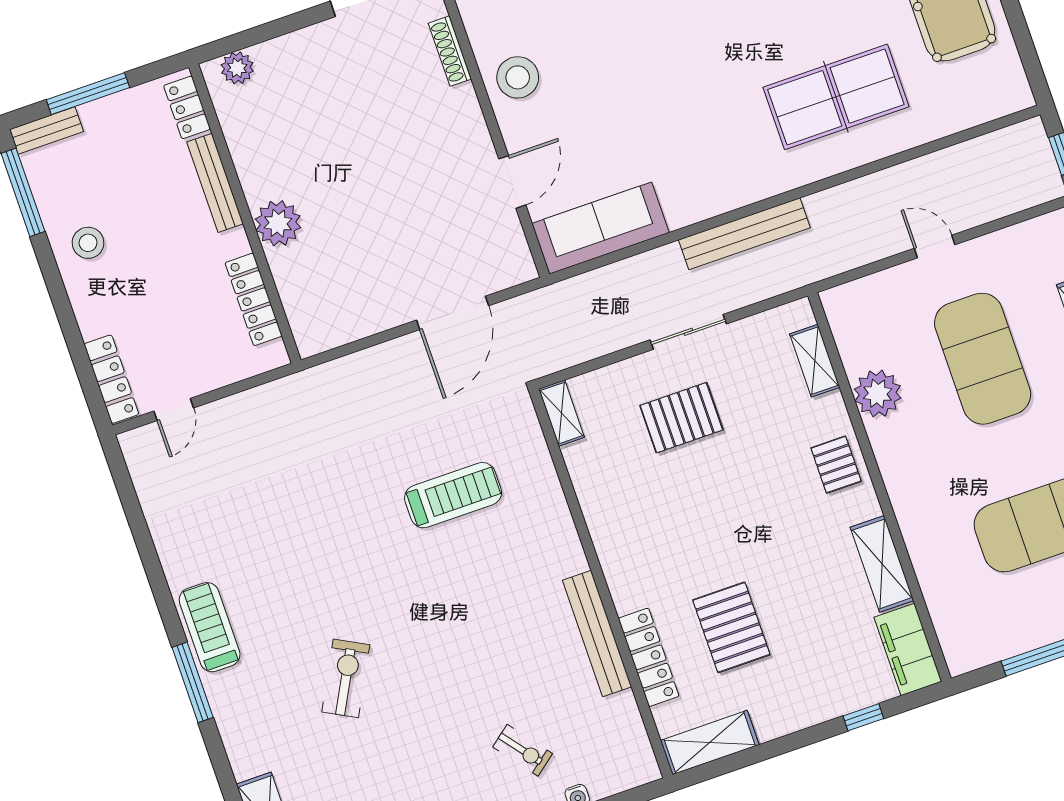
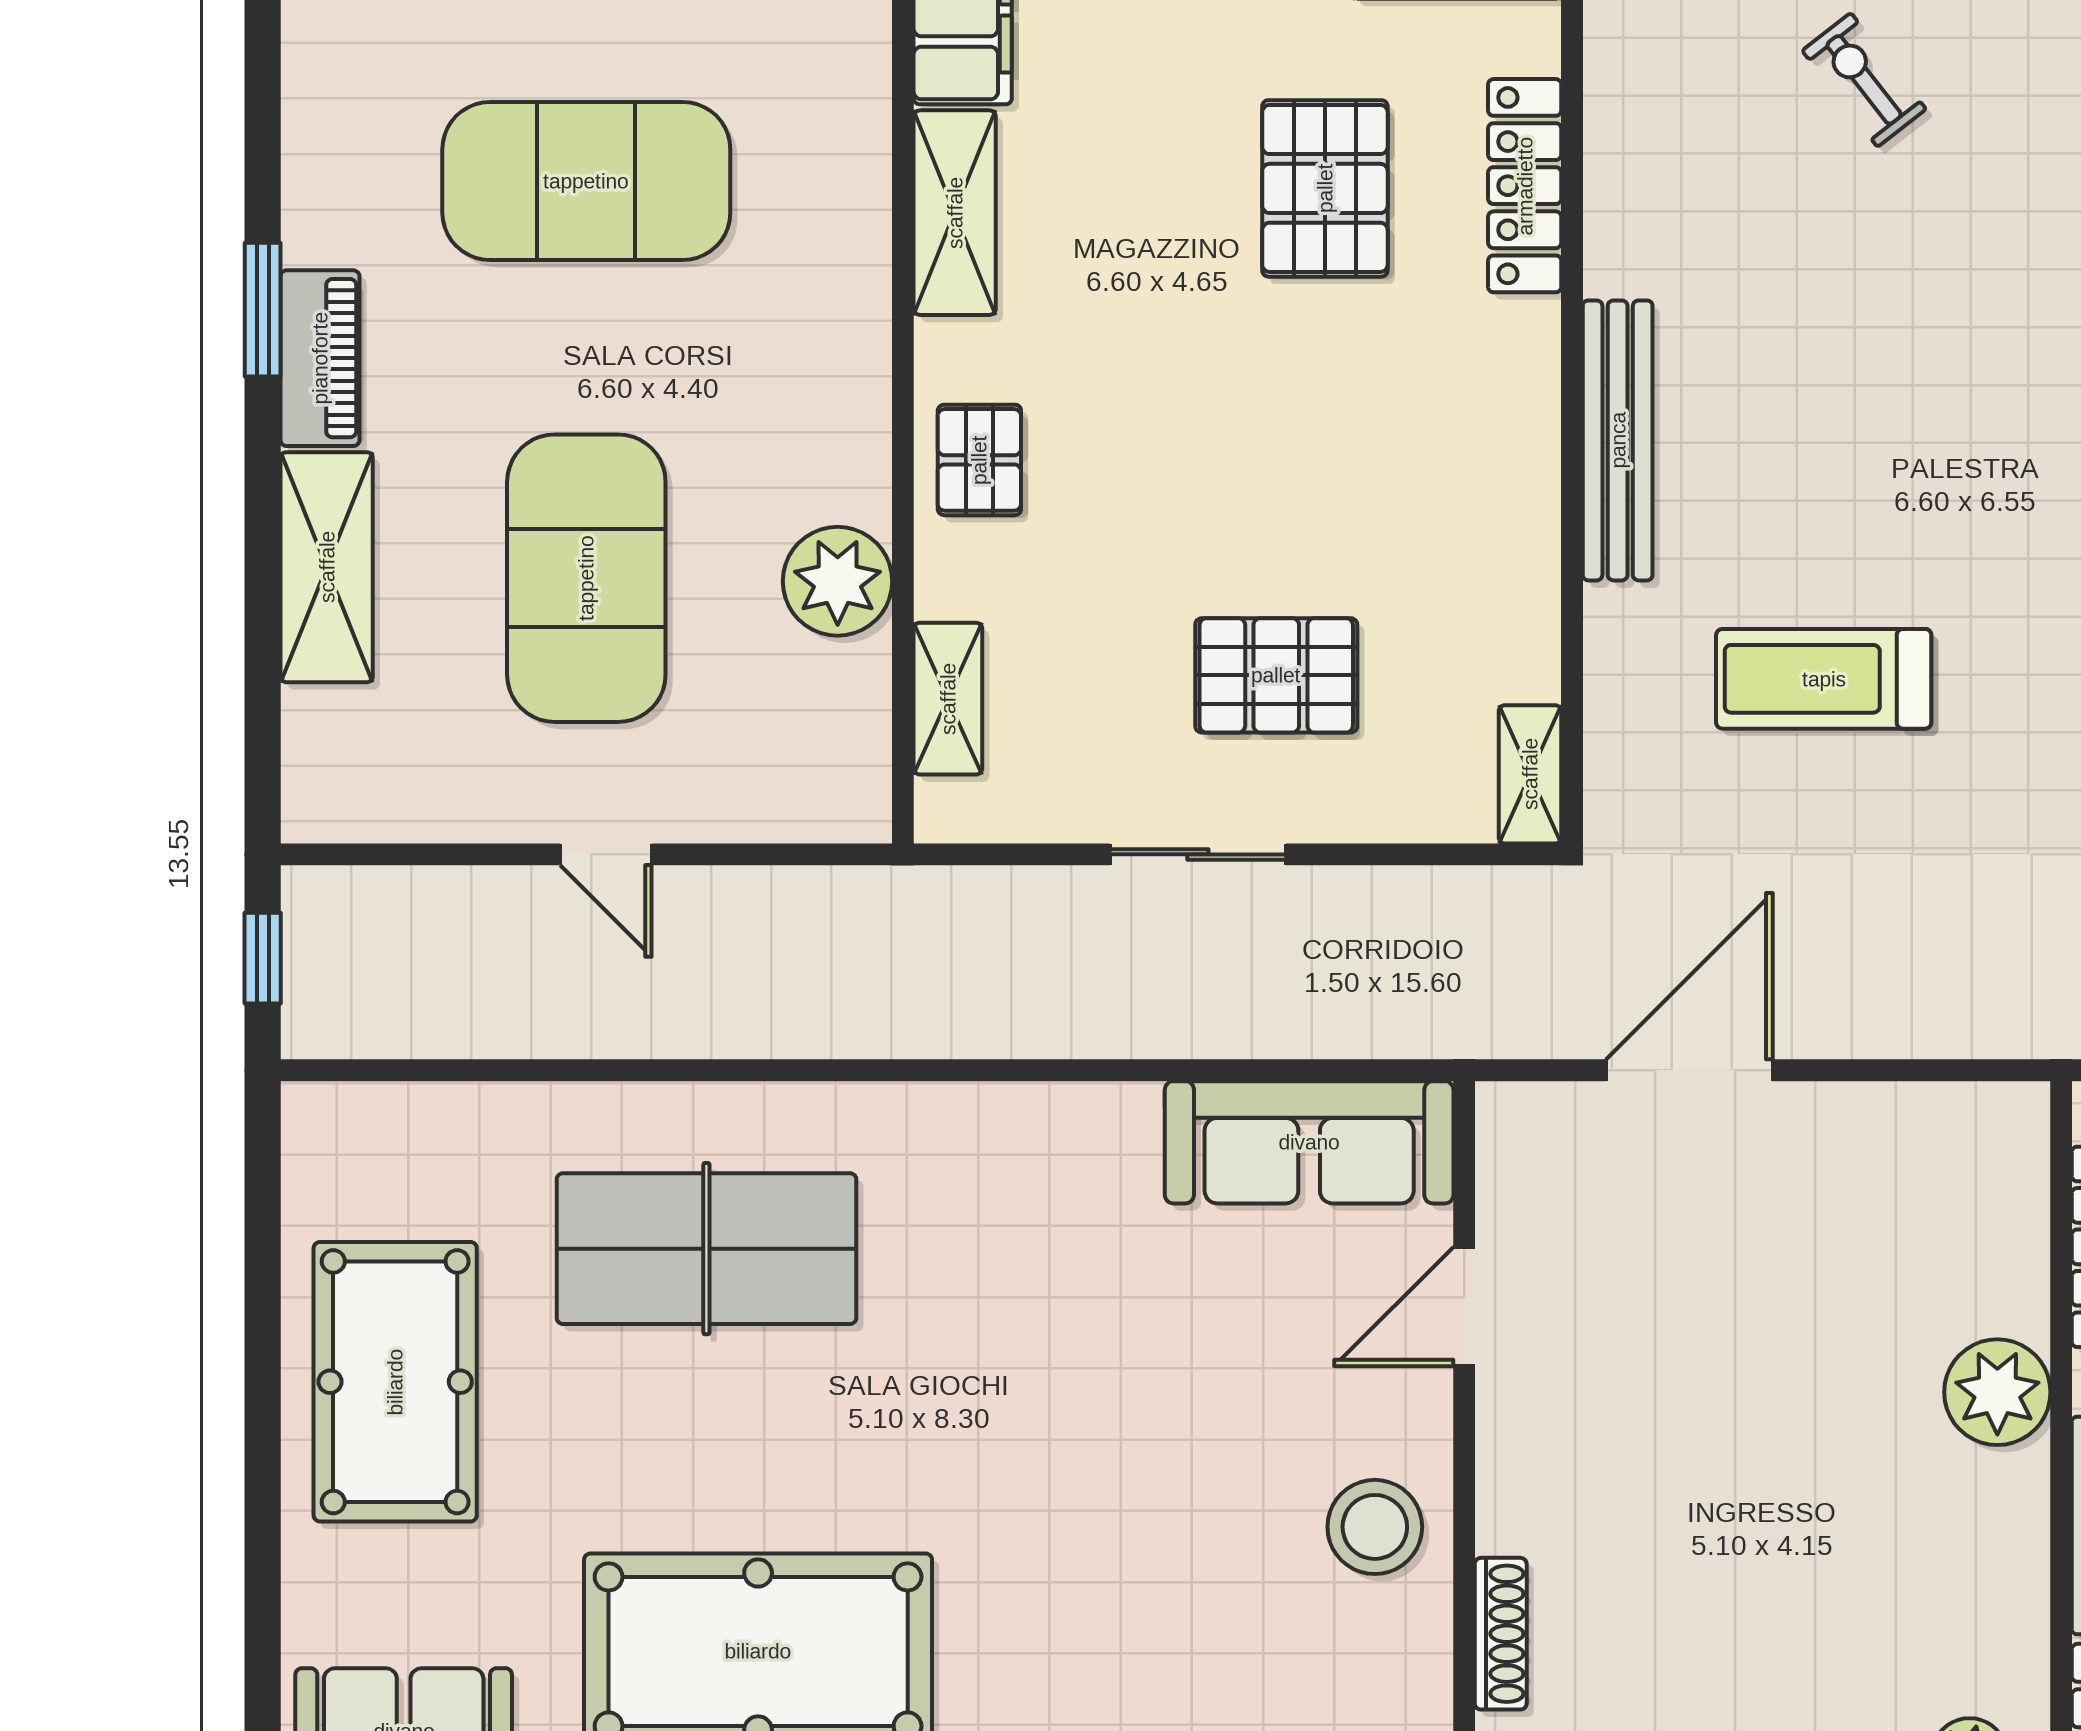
bench: (744, 234) -> (1005, 1023), removed
bench: (597, 633) -> (1618, 440), moved

